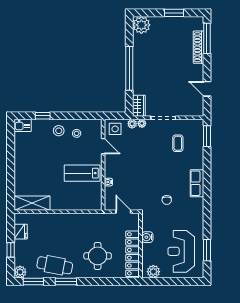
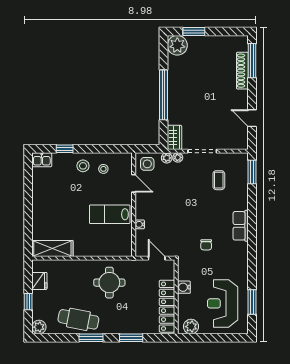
window: (174, 13) -> (194, 31), moved
round table: (98, 256) -> (109, 283), moved
window: (33, 282) -> (131, 338), moved

